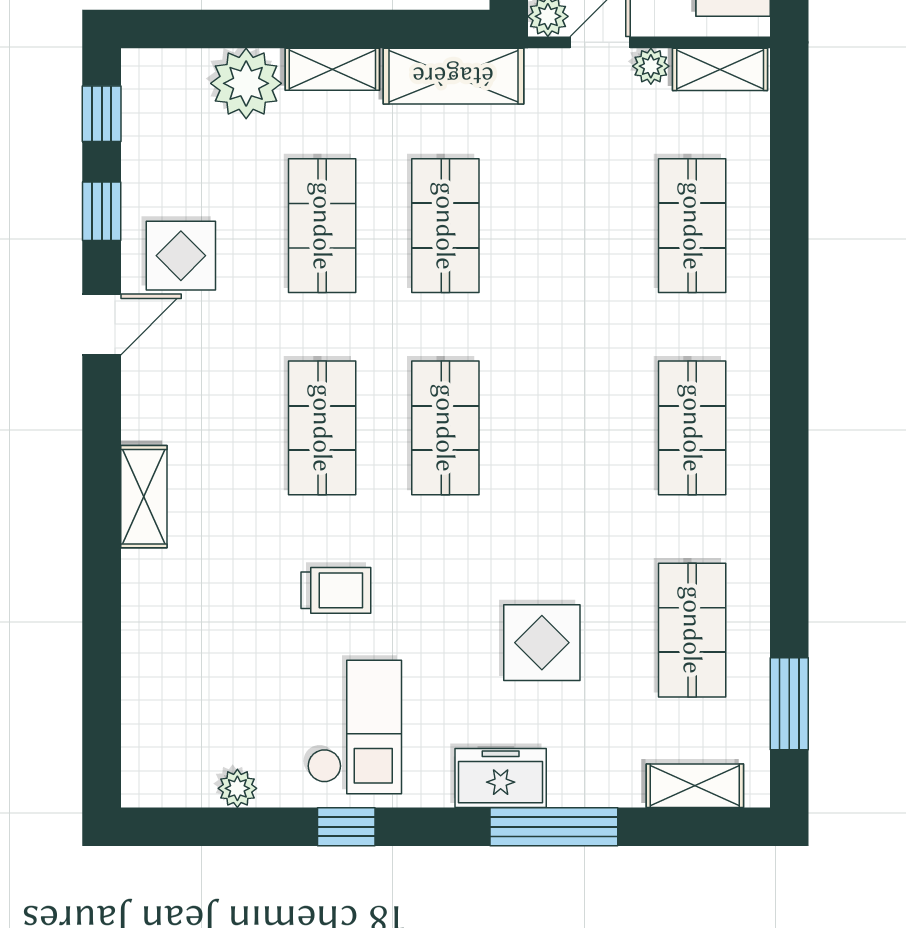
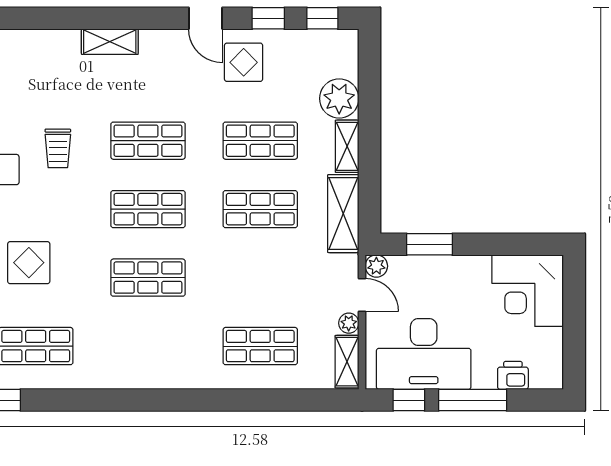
shop shelf: (692, 428) -> (148, 278), moved

